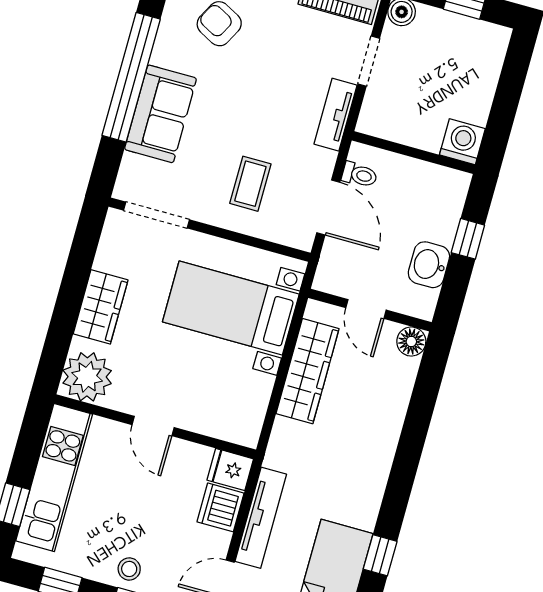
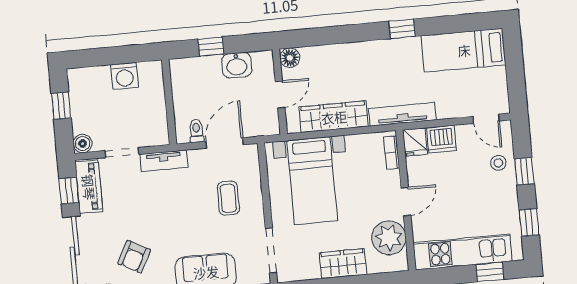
washing machine: (462, 142) -> (125, 76), moved, turned -90
coffee table: (250, 184) -> (228, 198), turned 90
plant: (87, 377) -> (389, 238), moved
bookcase: (228, 432) -> (392, 153), added
tv unit: (261, 518) -> (402, 114), moved
window: (380, 555) -> (402, 29), moved
stool: (129, 569) -> (498, 163), moved

